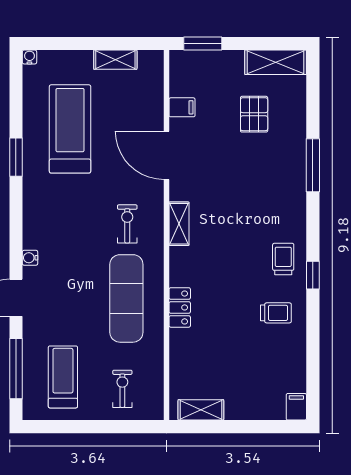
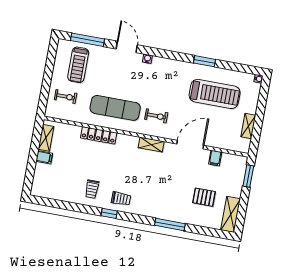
locker: (180, 307) -> (99, 135), width x1.53
treadmill: (63, 377) -> (78, 65), turned 90
filing cabinet: (296, 407) -> (44, 157), moved

